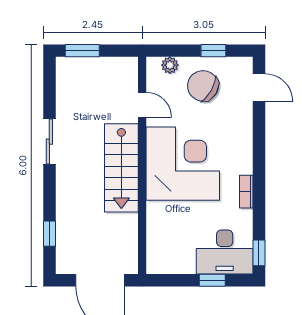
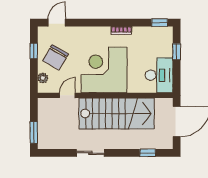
stairs: (121, 168) -> (117, 113), width x1.36, depth x1.51
desk: (225, 252) -> (159, 75), moved

